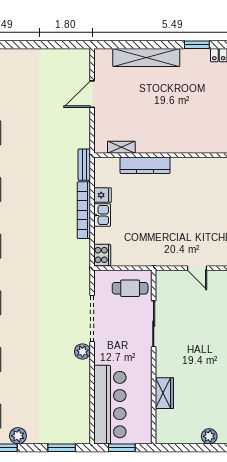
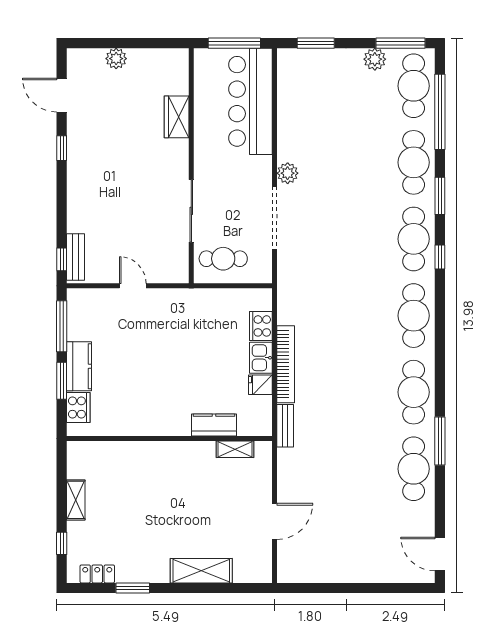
shelving: (146, 57) -> (201, 571), width x0.68
kitchen counter: (145, 165) -> (214, 425), width x0.67
cooker: (102, 255) -> (261, 326), moved
window: (122, 448) -> (234, 43), width x1.44

